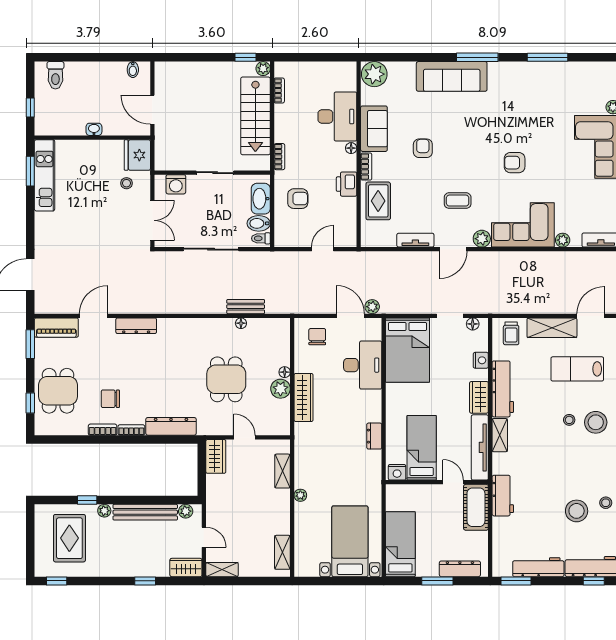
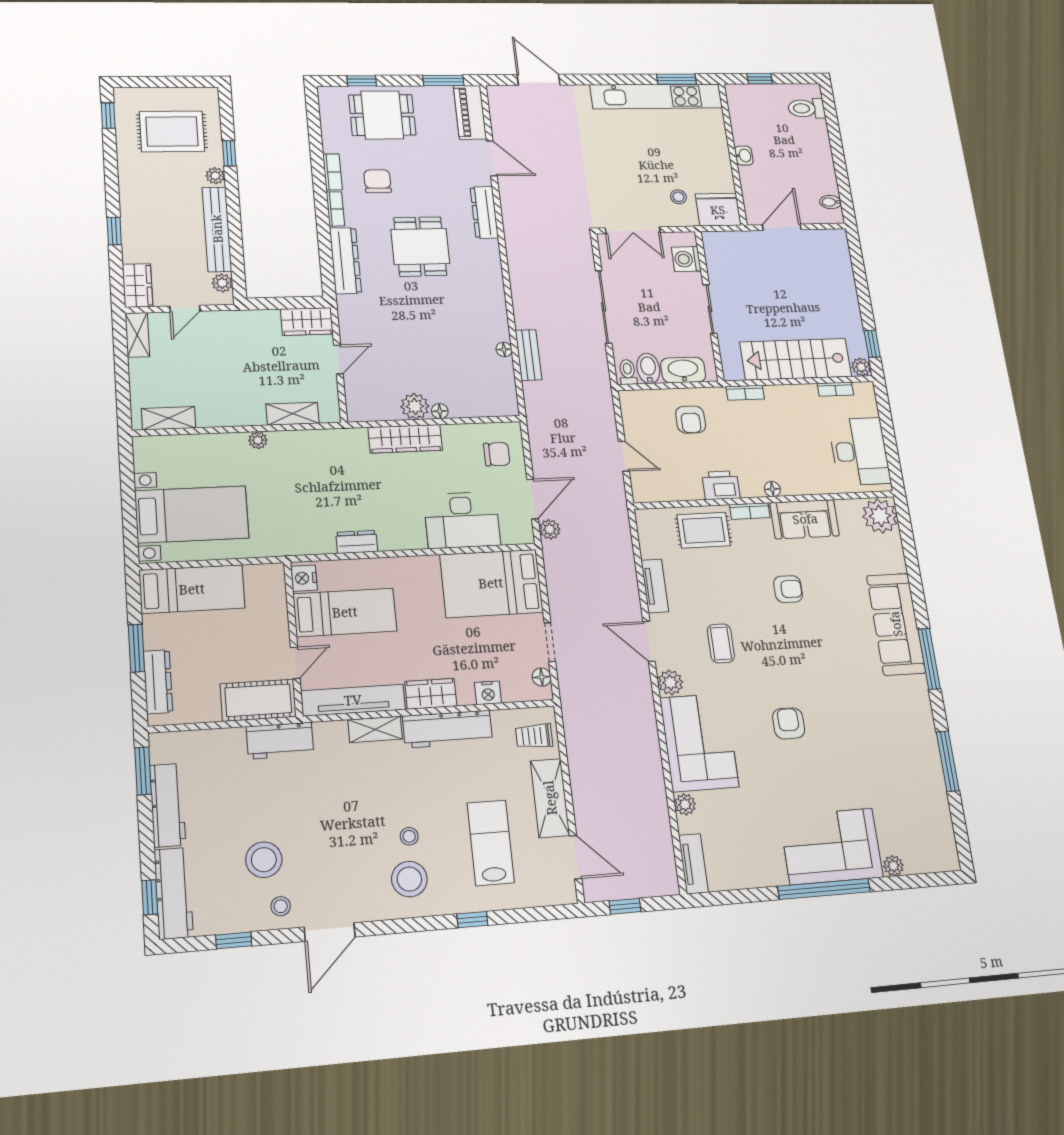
desk: (337, 116) -> (859, 451), moved, turned -90
kitchen unit: (45, 175) -> (656, 96), width x1.36
dining table: (226, 379) -> (420, 246), moved, turned 90

